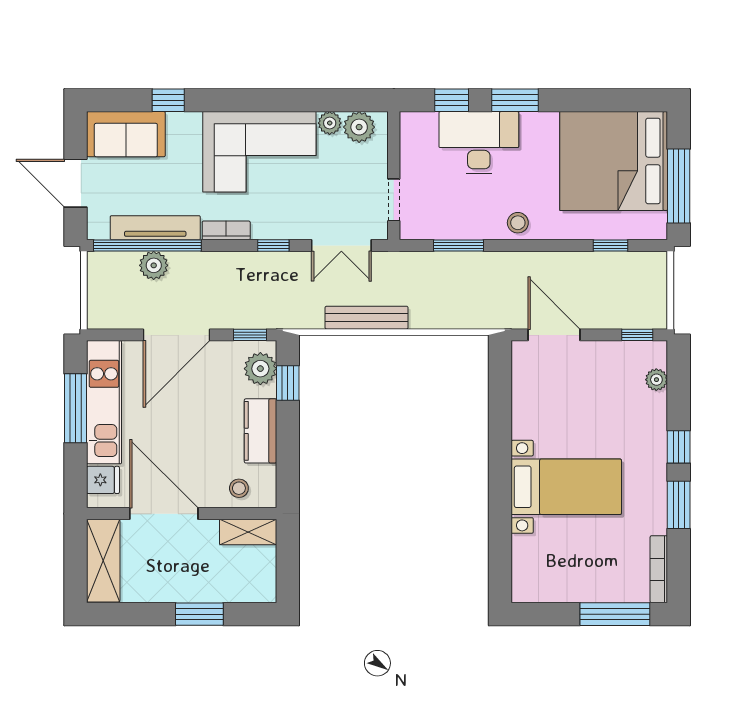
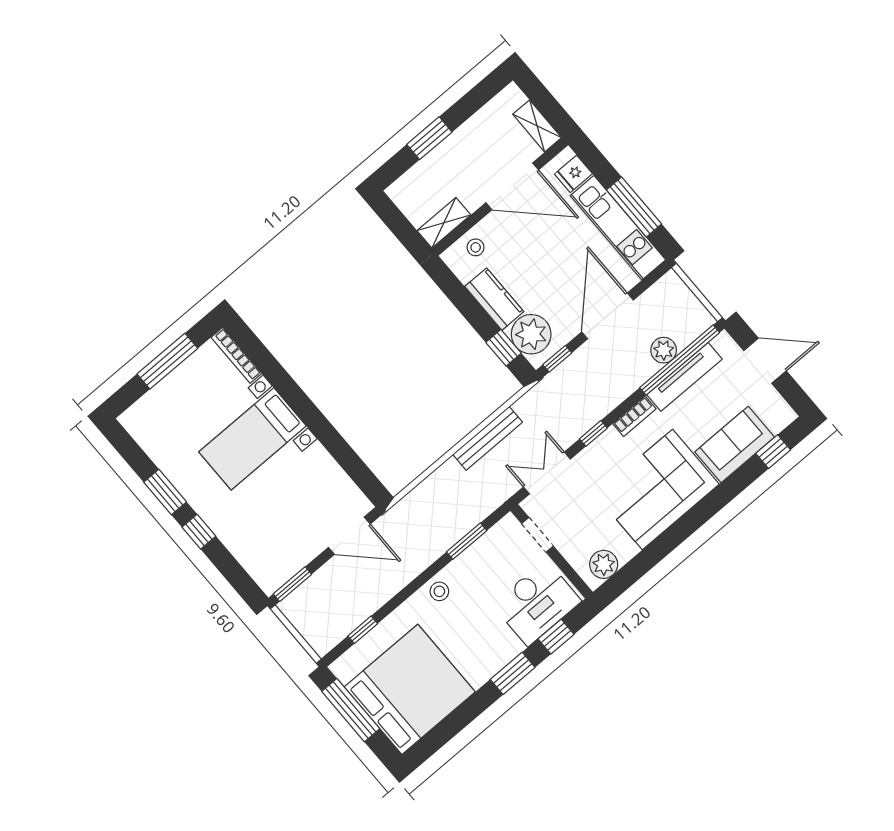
window: (168, 100) -> (773, 452), moved
plant: (330, 123) -> (626, 550), removed
sofa: (126, 134) -> (735, 445), moved
desk: (479, 143) -> (537, 603), moved
window: (637, 335) -> (292, 584), width x1.50
plant: (260, 369) -> (531, 334), width x1.36, depth x1.36
plant: (656, 380) -> (253, 565), removed
shelving: (103, 561) -> (537, 126), width x0.67, depth x0.75
bookcase: (659, 569) -> (236, 355), moved, turned 180
window: (615, 614) -> (167, 361), moved

